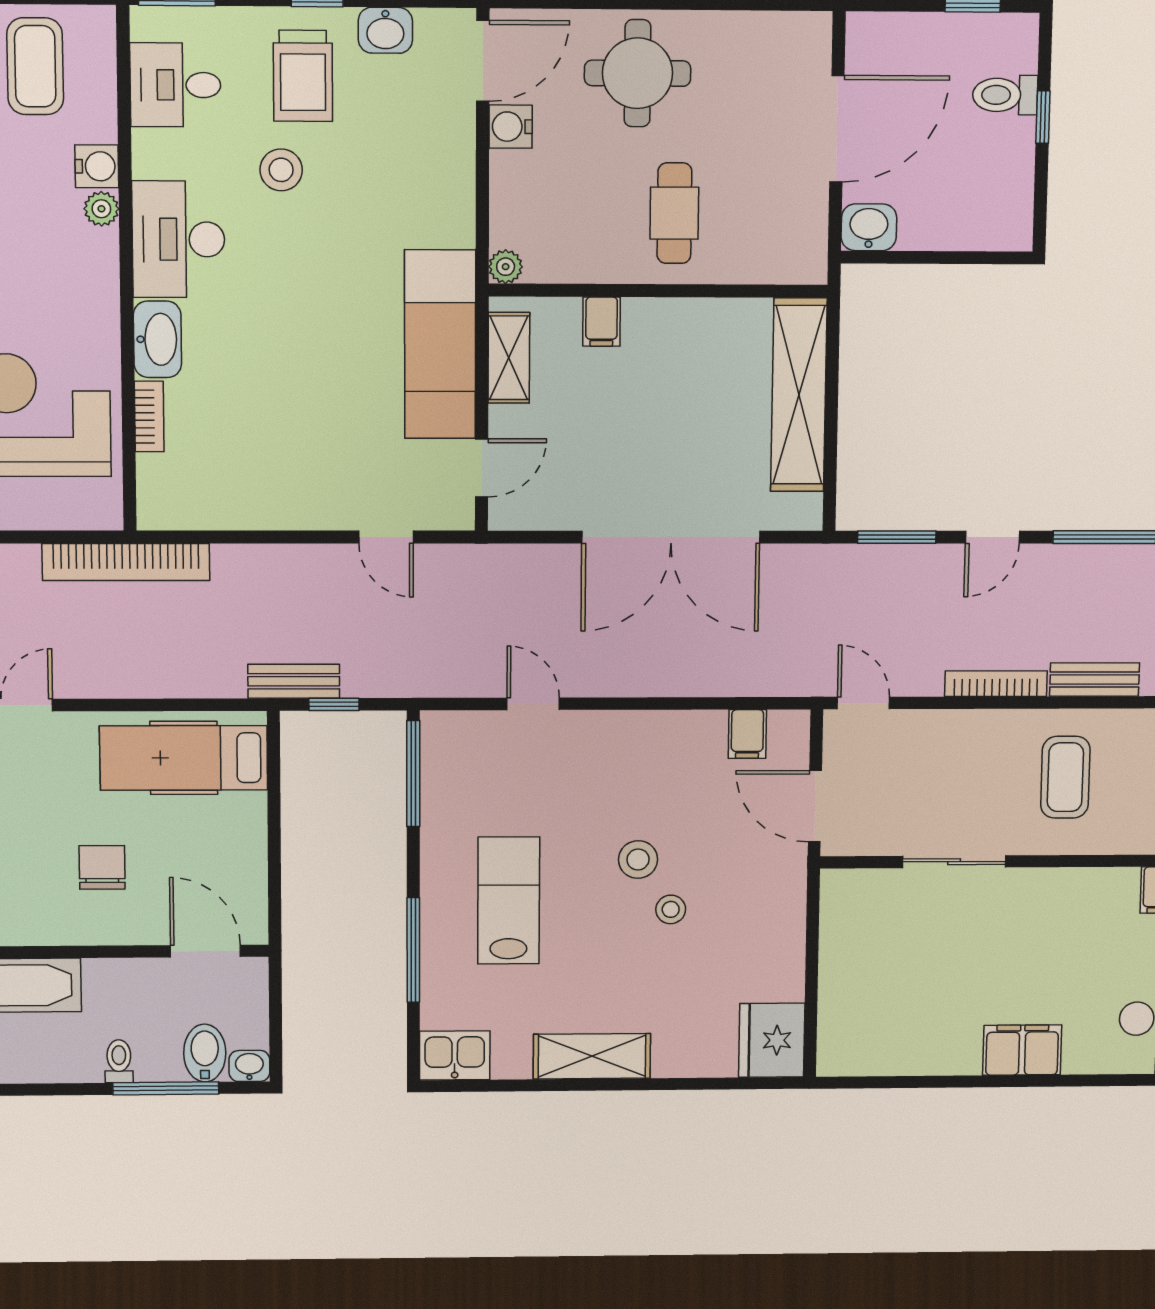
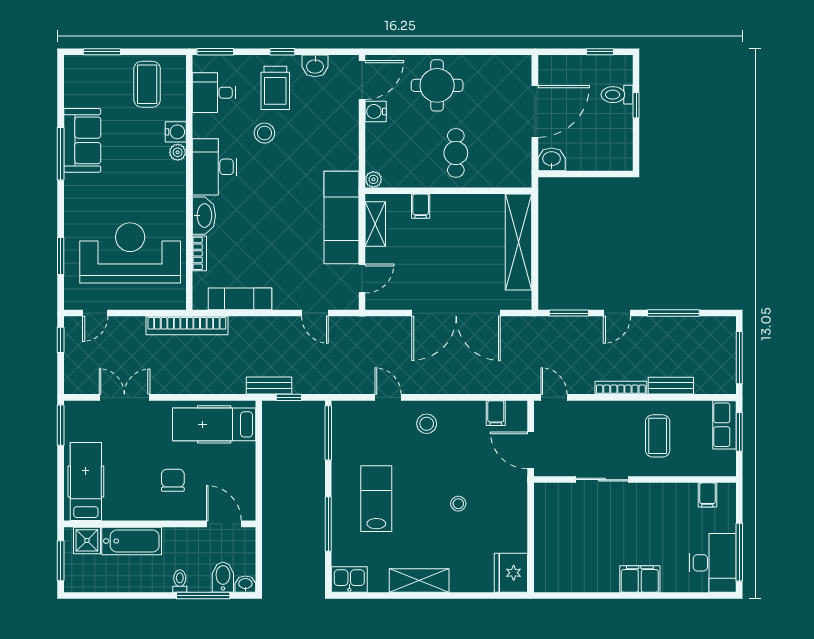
exam couch: (234, 508) -> (240, 299), added
stool: (638, 860) -> (427, 424), moved

